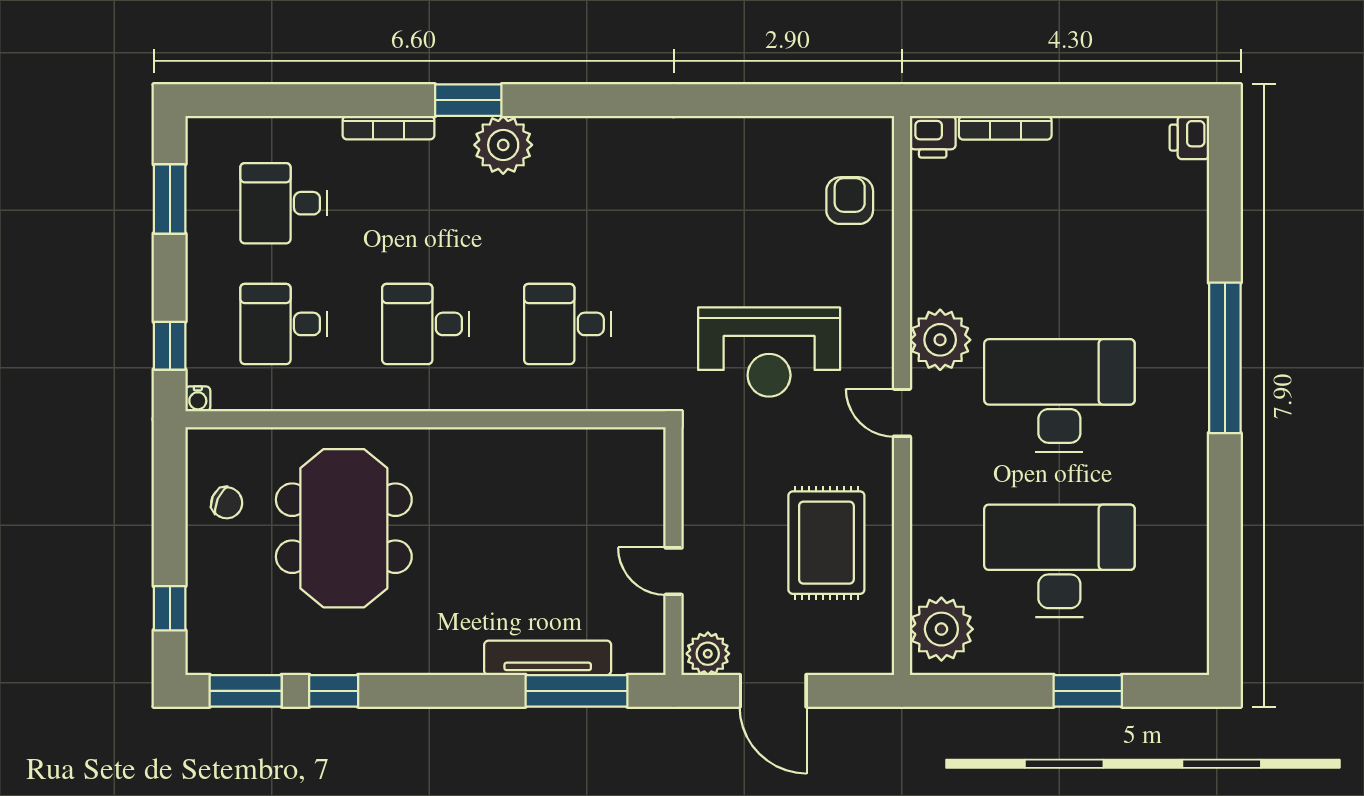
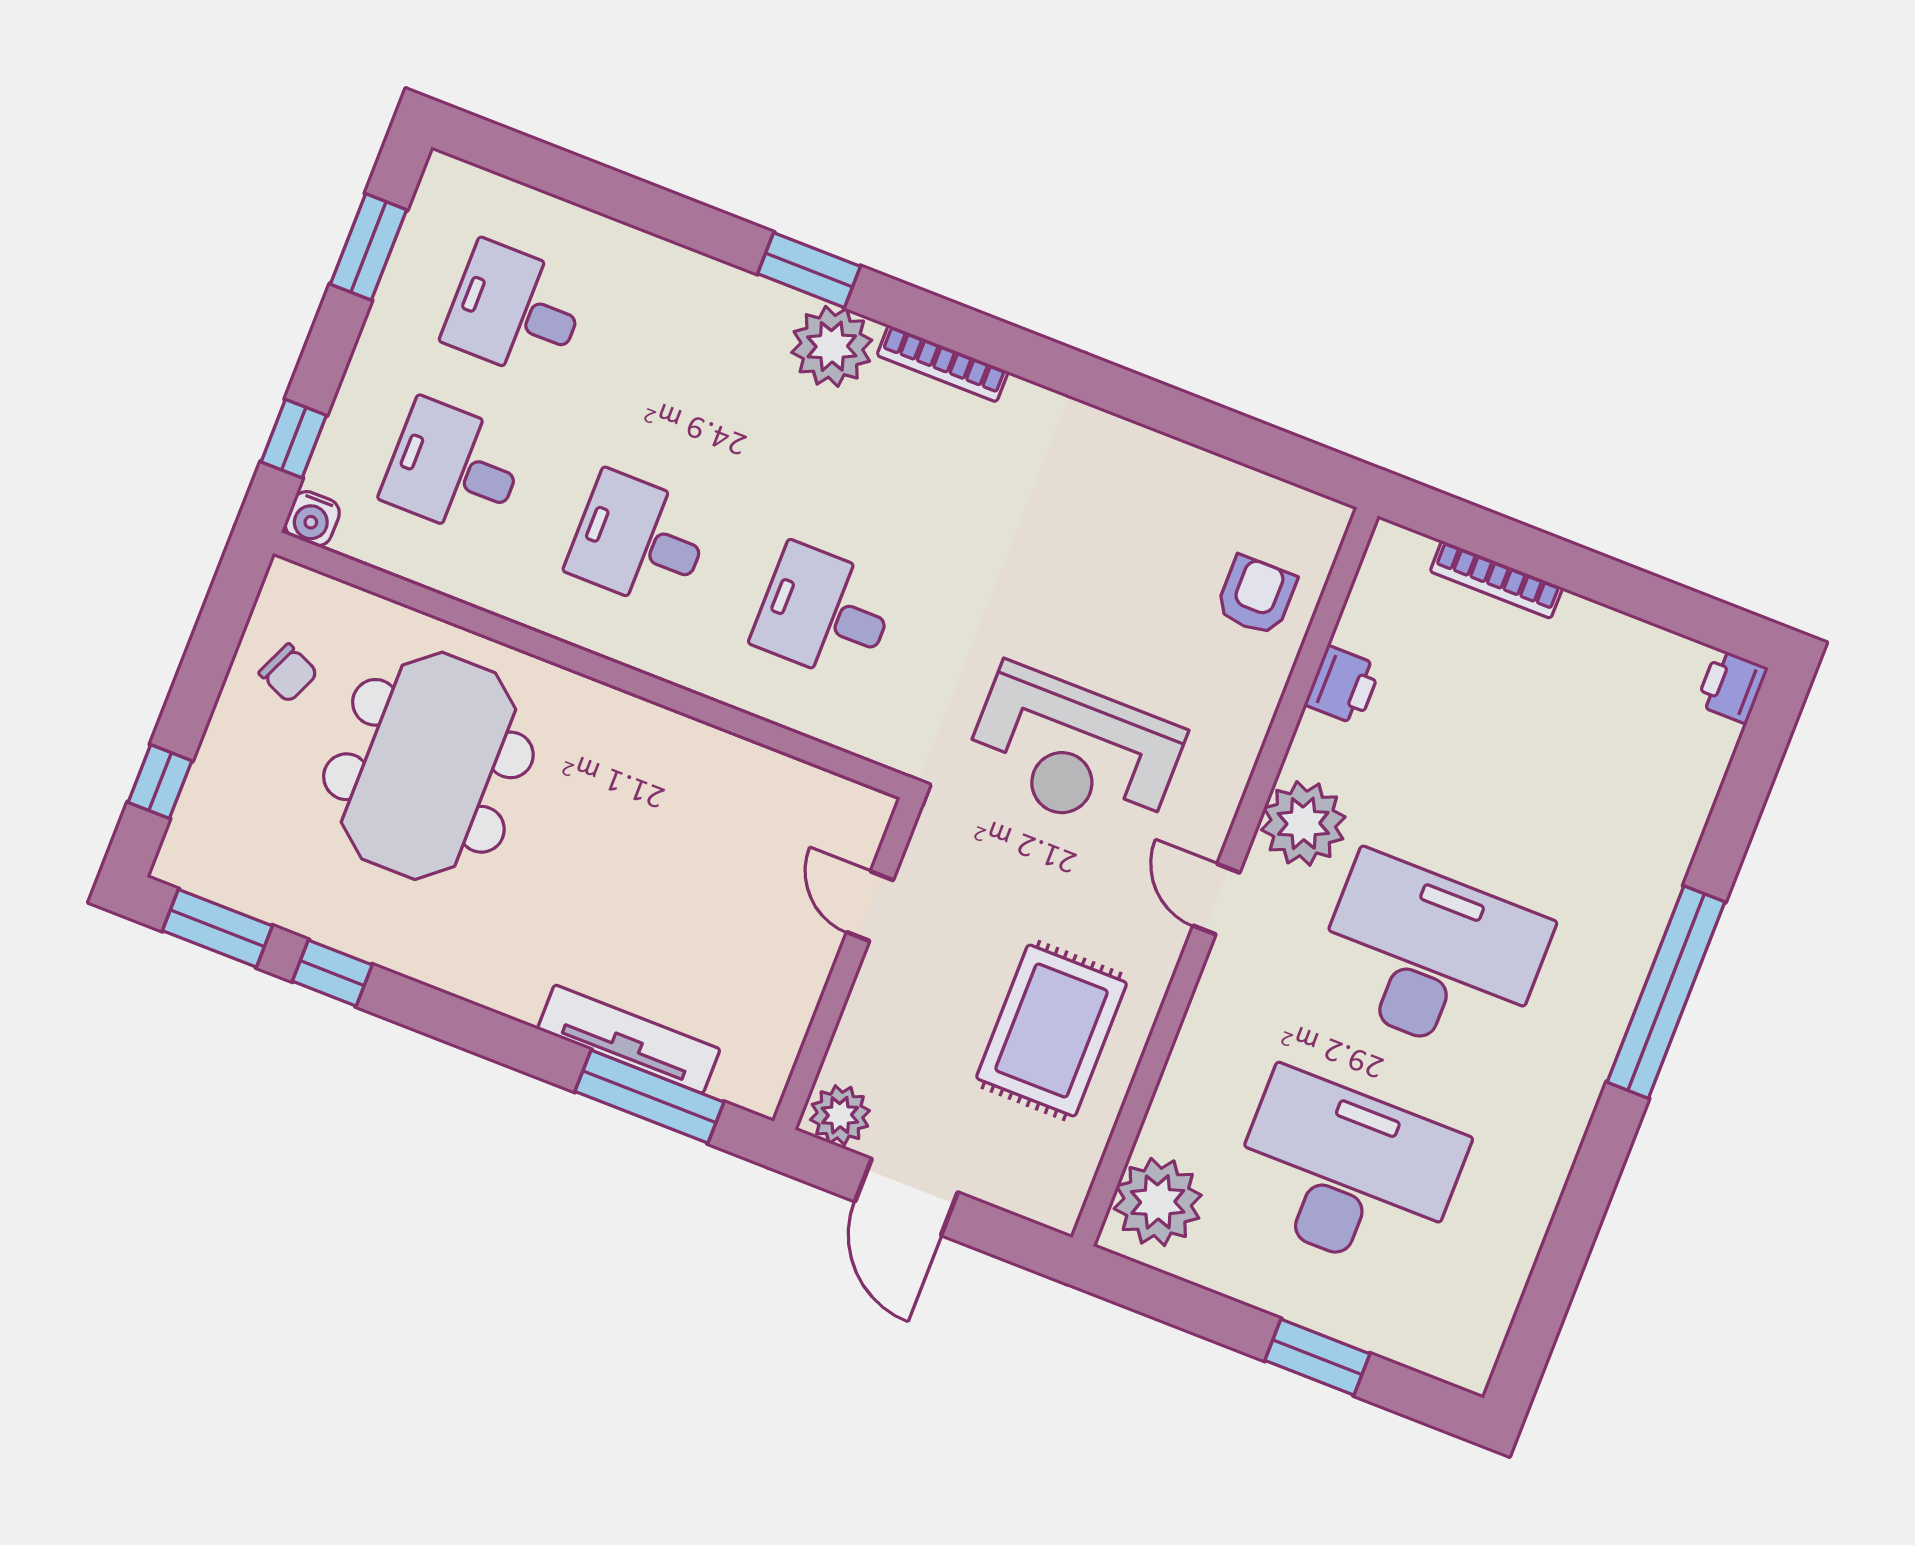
bookcase: (388, 128) -> (943, 364), moved
printer: (933, 137) -> (1343, 685), moved, turned -90
water cooler: (198, 399) -> (312, 519), width x1.38, depth x1.38
door: (674, 571) -> (870, 906), moved

